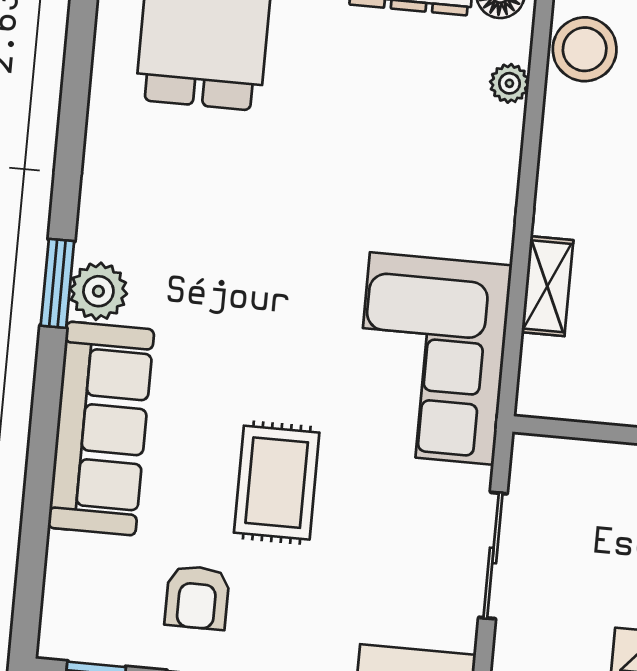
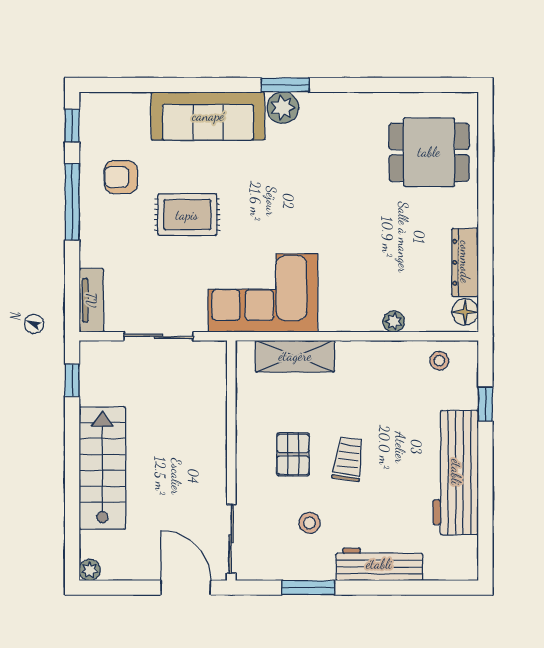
stool: (585, 49) -> (439, 361), width x0.53, depth x0.53
plant: (509, 83) -> (394, 321), moved
shelving: (547, 286) -> (295, 356), width x1.50, depth x1.33

